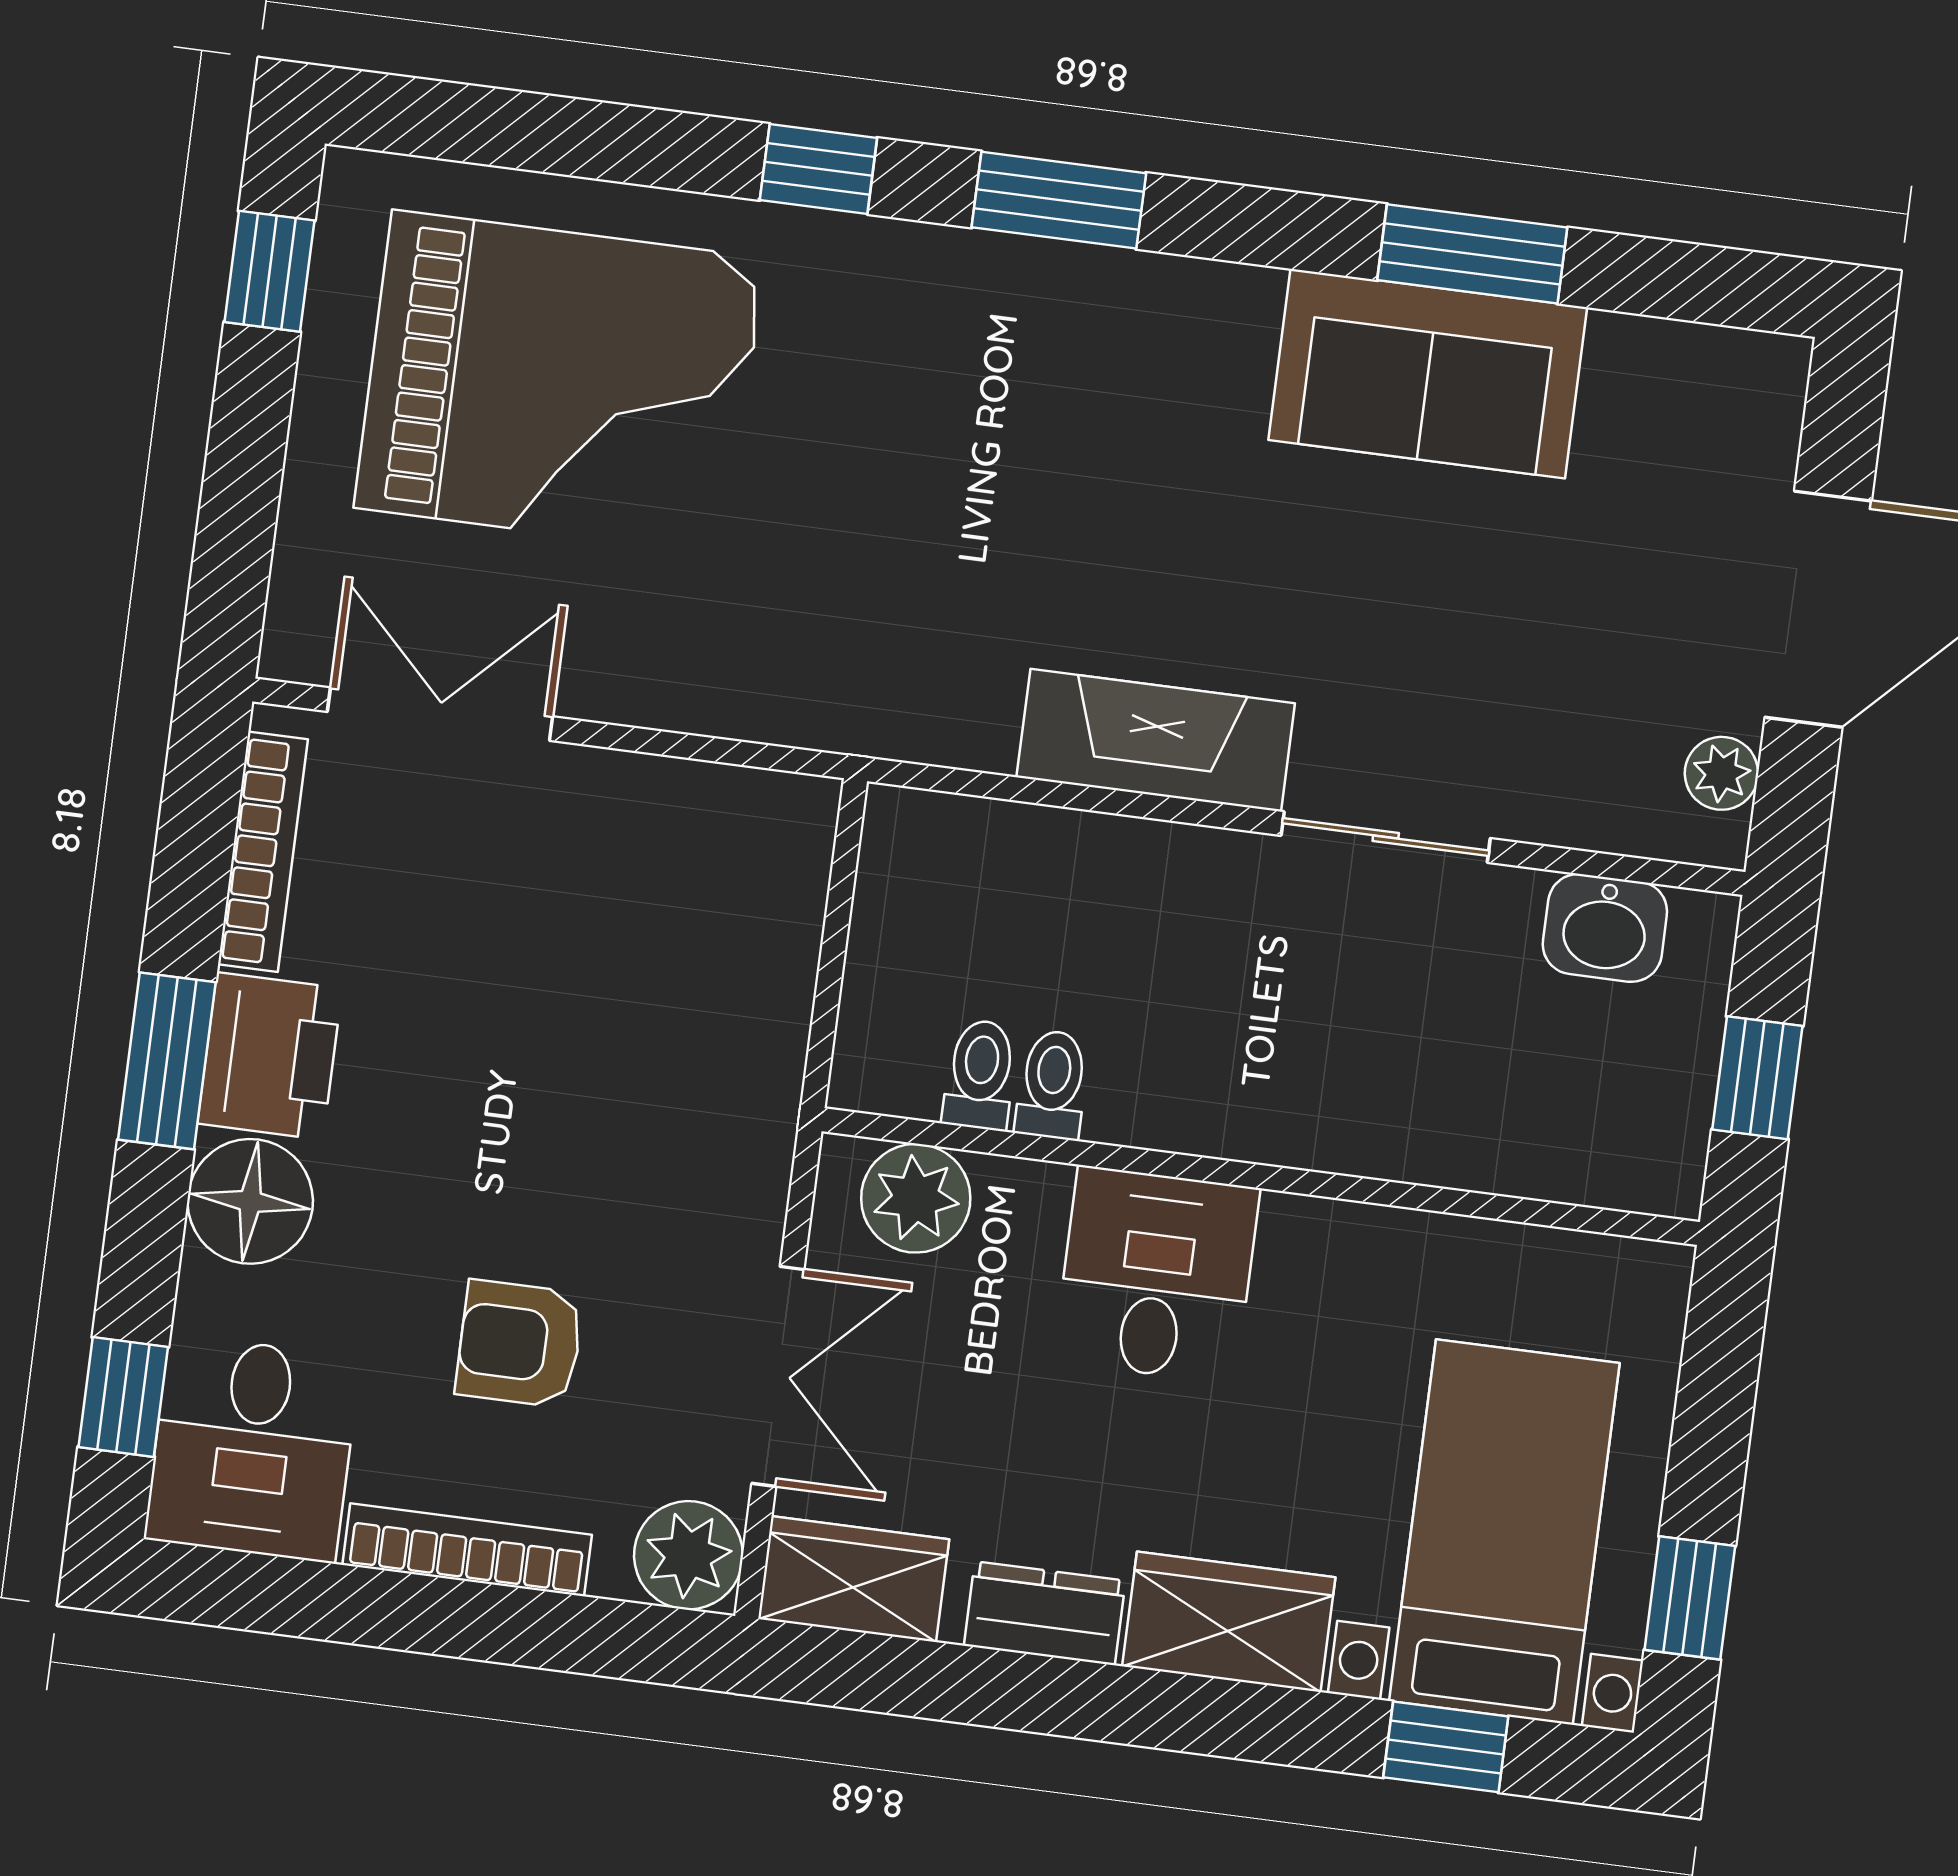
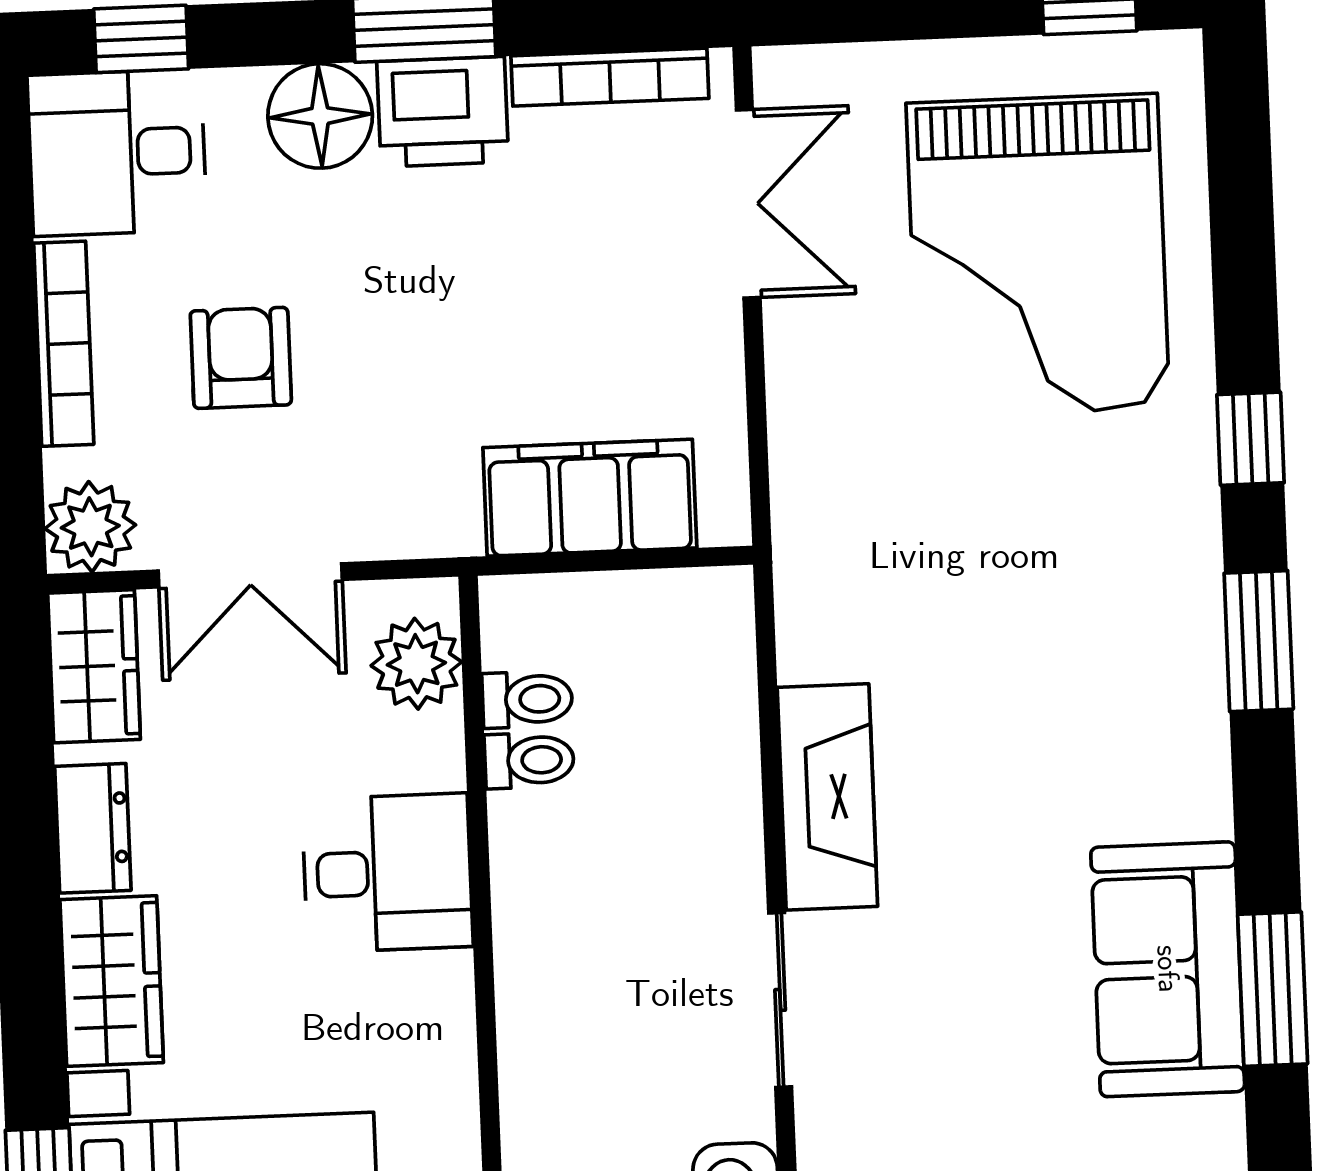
filing cabinet: (755, 960) -> (590, 498), added

